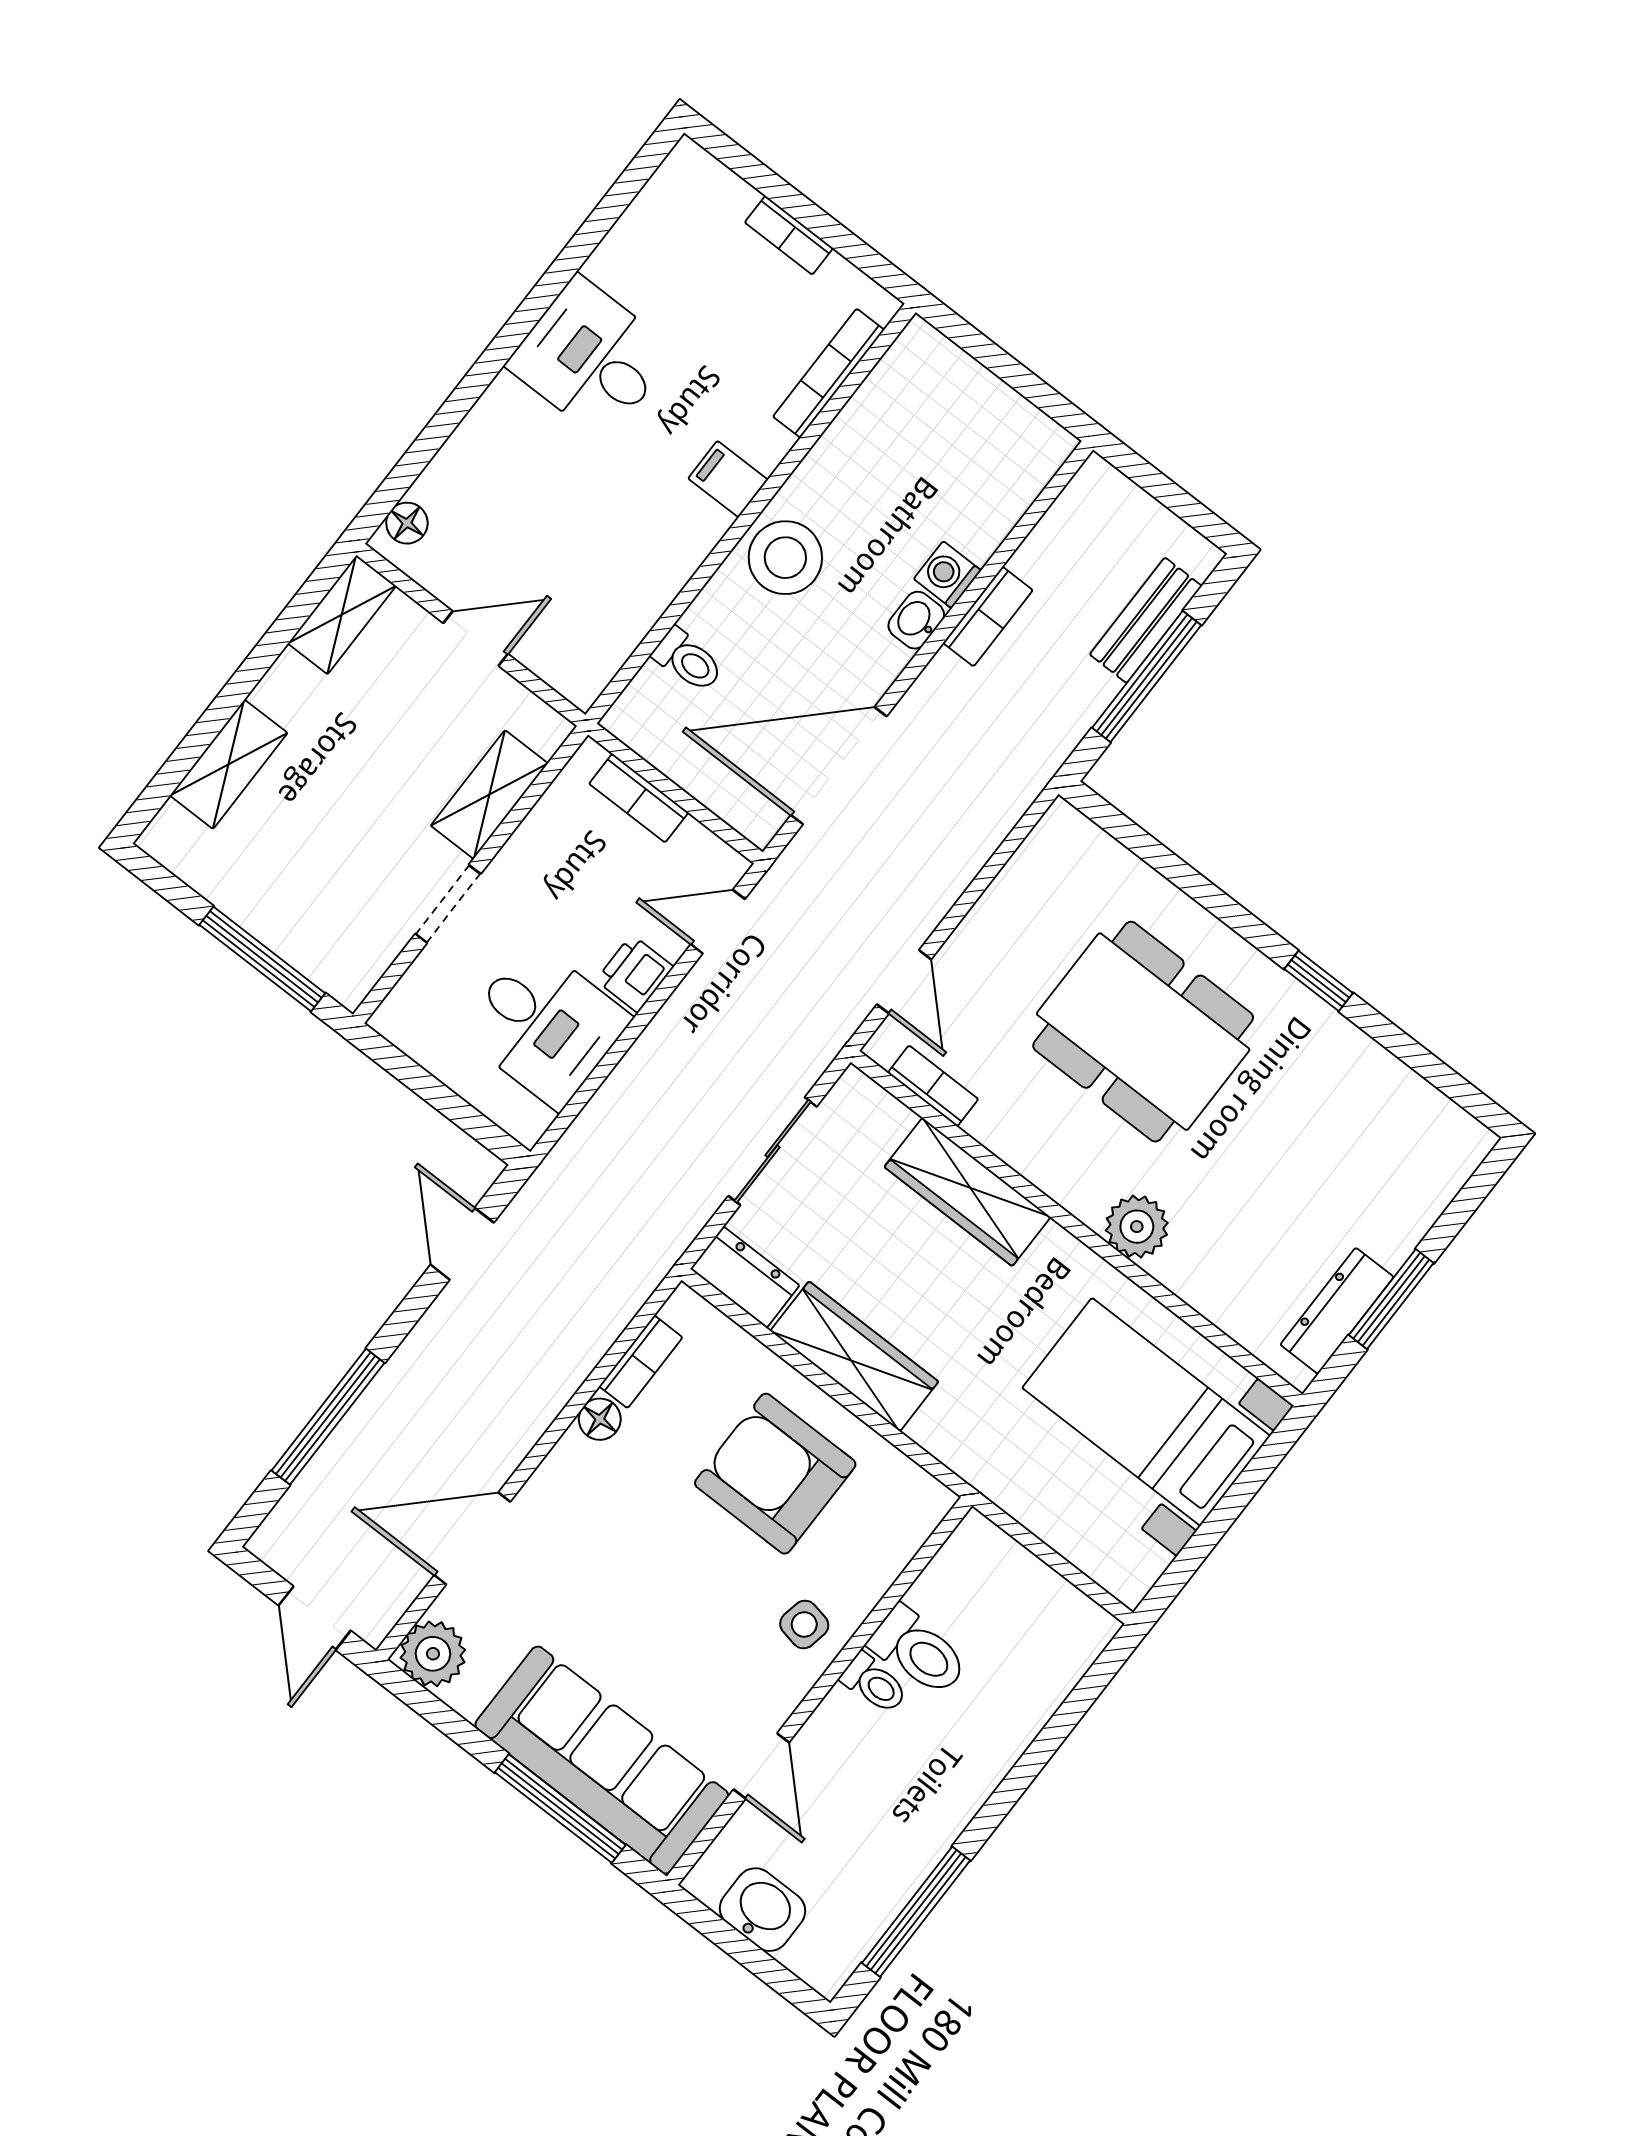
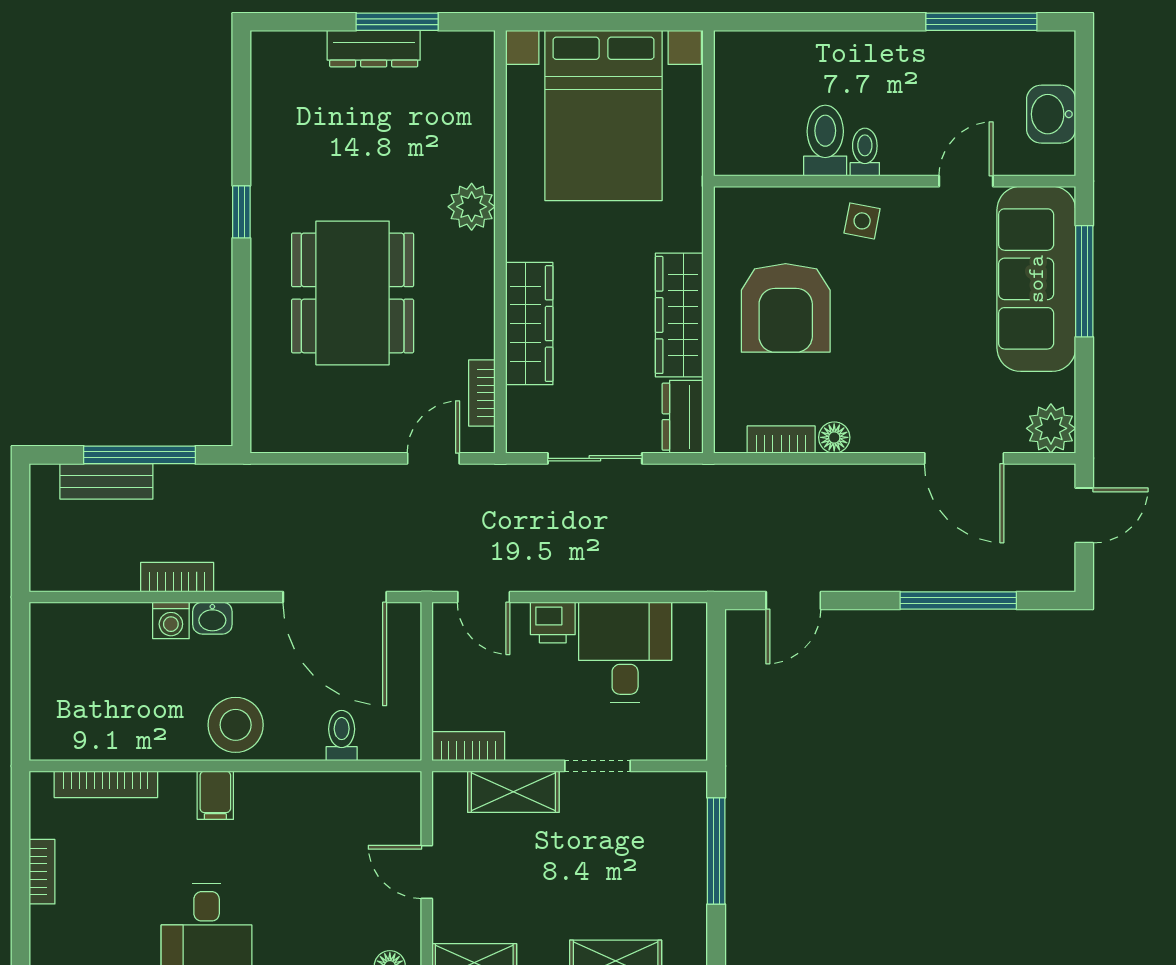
bookcase: (639, 798) -> (468, 746), moved, turned -90
dresser: (1337, 1311) -> (374, 49), moved
bed with nightstands: (1146, 1412) -> (603, 115), width x1.36

